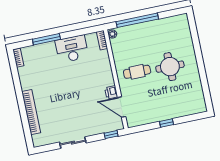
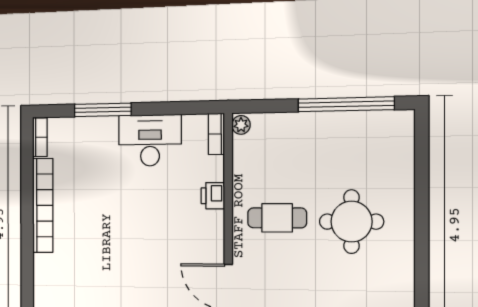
window: (137, 20) -> (346, 104), moved
printer: (111, 92) -> (213, 196), moved
bookcase: (31, 112) -> (43, 205), moved

